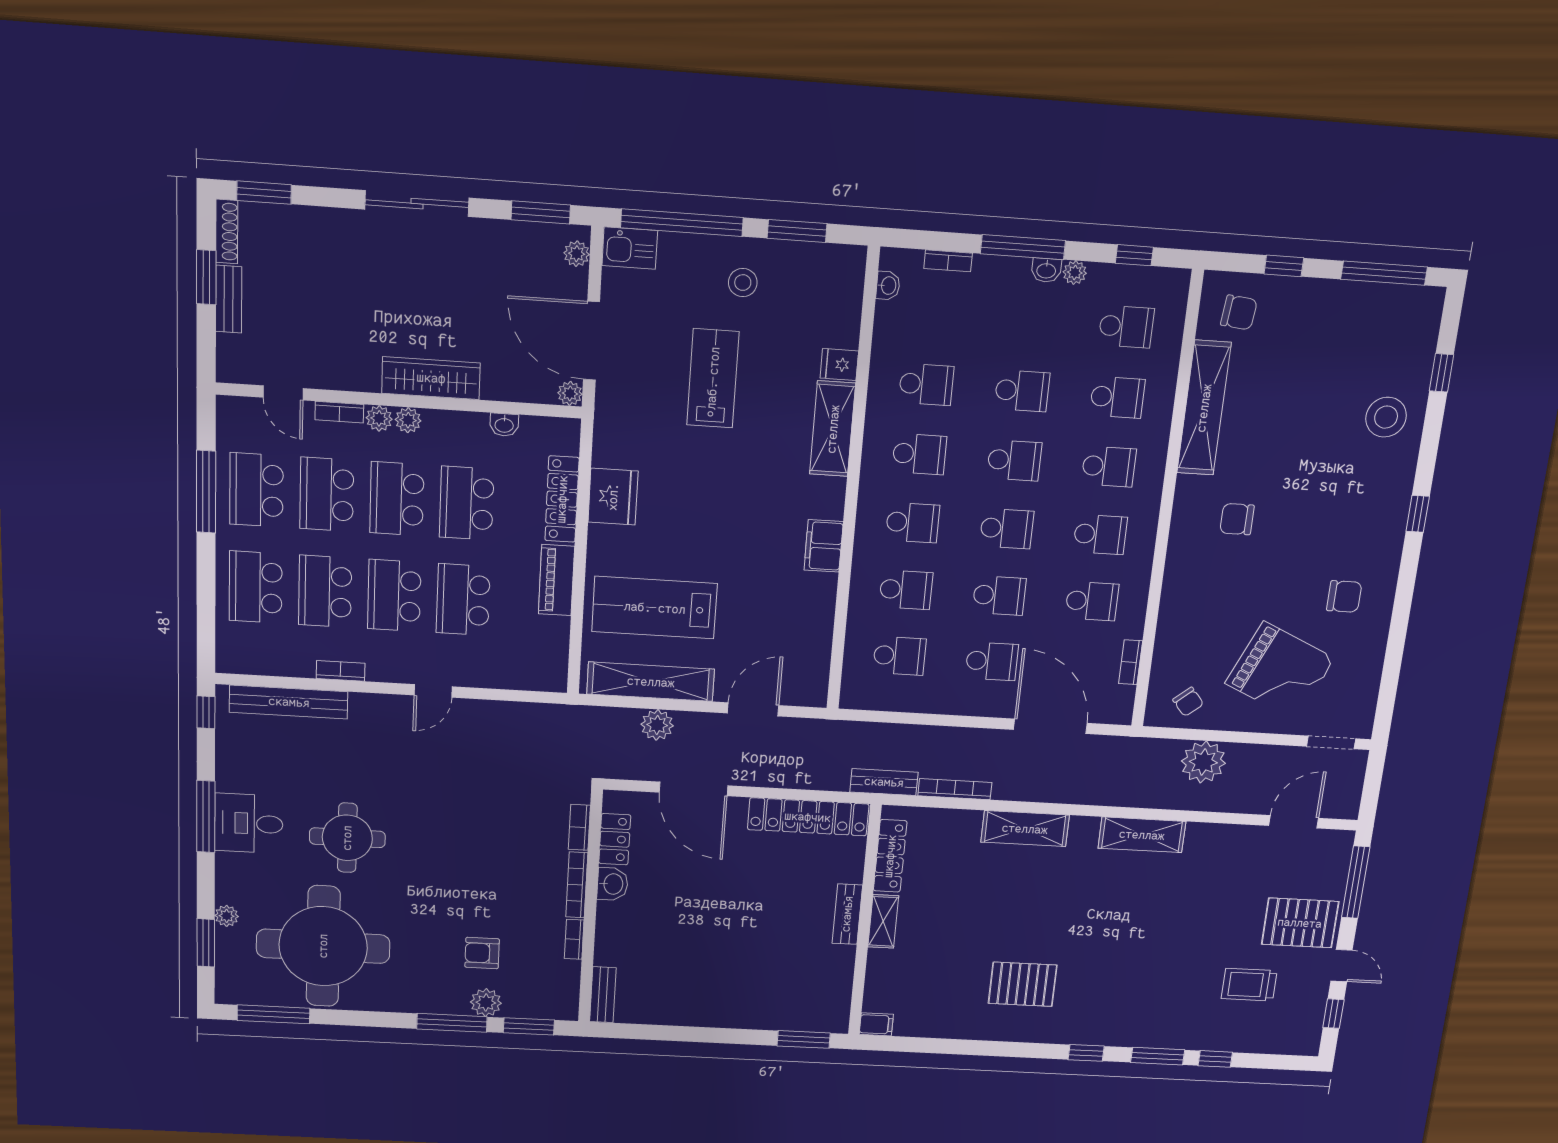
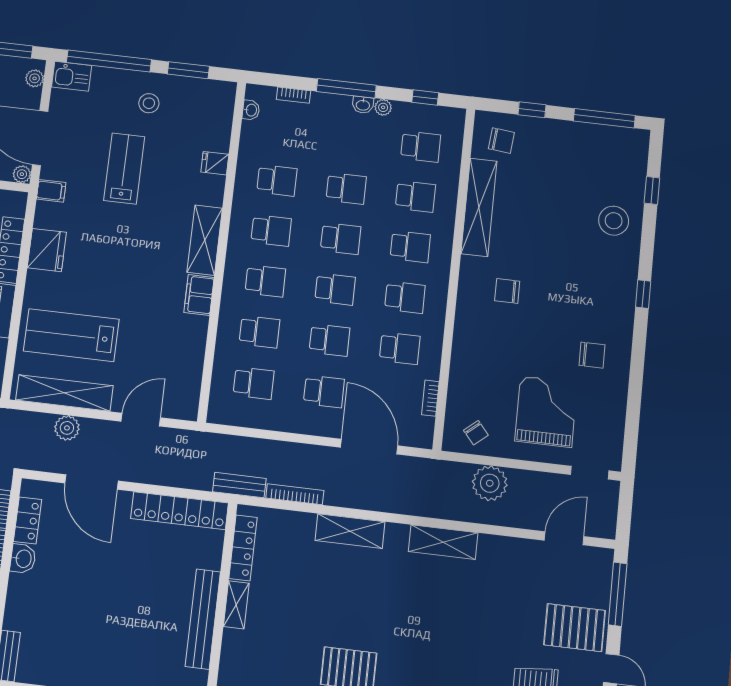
filing cabinet: (613, 415) -> (51, 191), added
shelving: (833, 429) -> (205, 240), moved
grand piano: (1280, 671) -> (546, 412), turned -114
bench: (847, 914) -> (203, 619), width x1.86, depth x1.21

